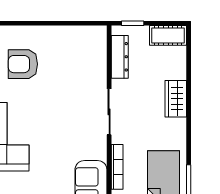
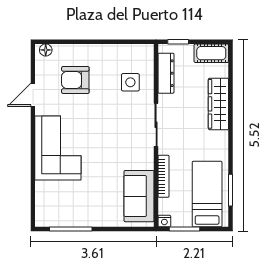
side table: (82, 66) -> (130, 82), added
wardrobe: (176, 99) -> (218, 104), width x1.50

